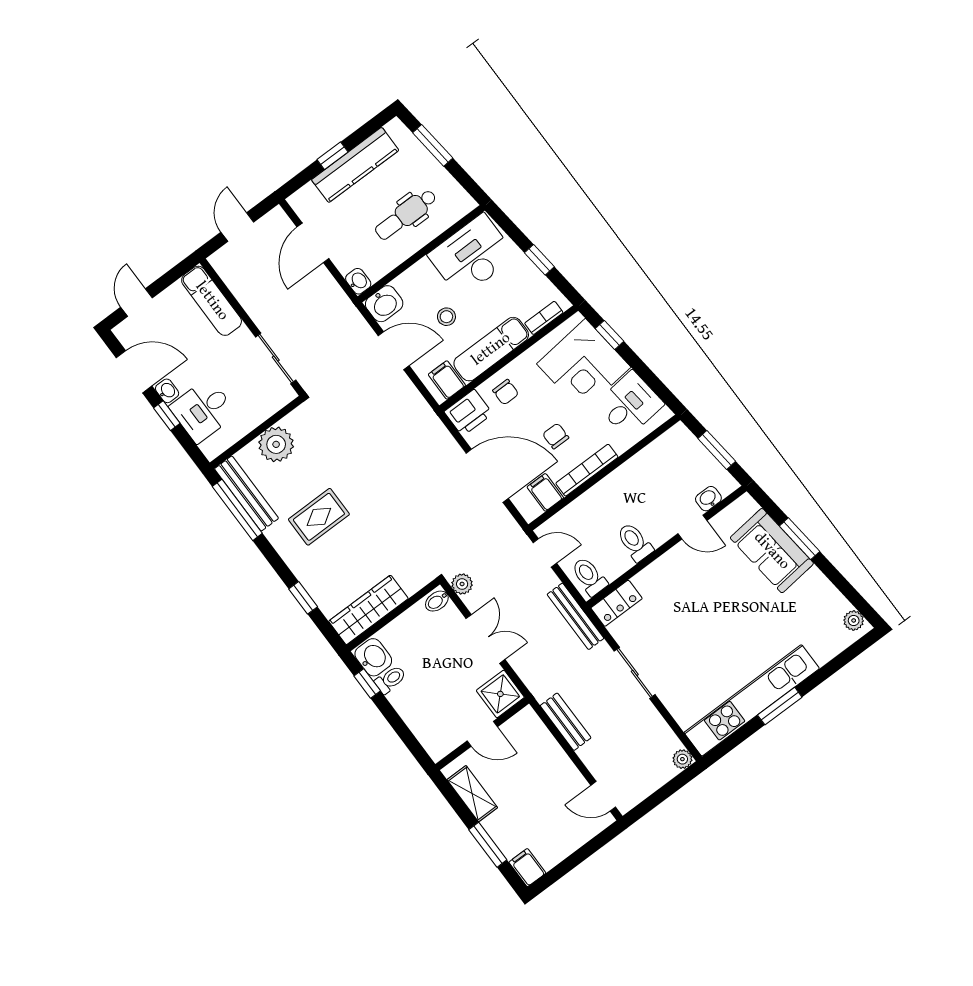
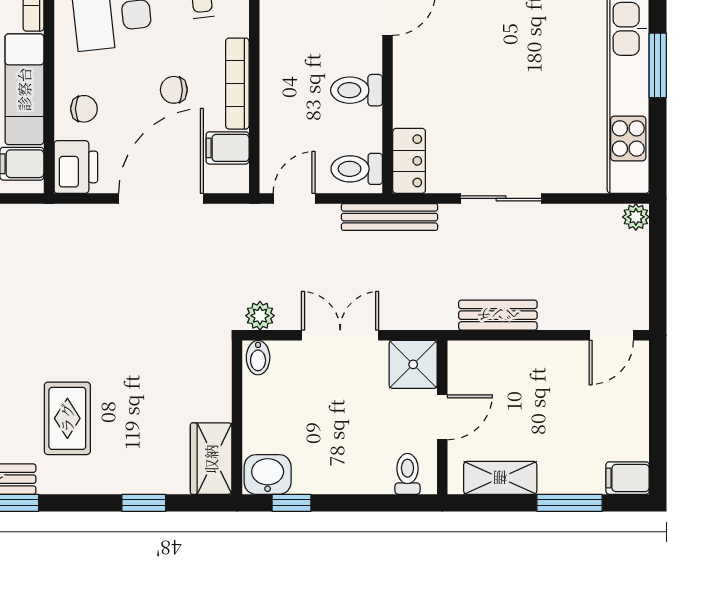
wardrobe: (368, 610) -> (211, 459), width x0.67
toilet: (390, 679) -> (407, 474), moved

